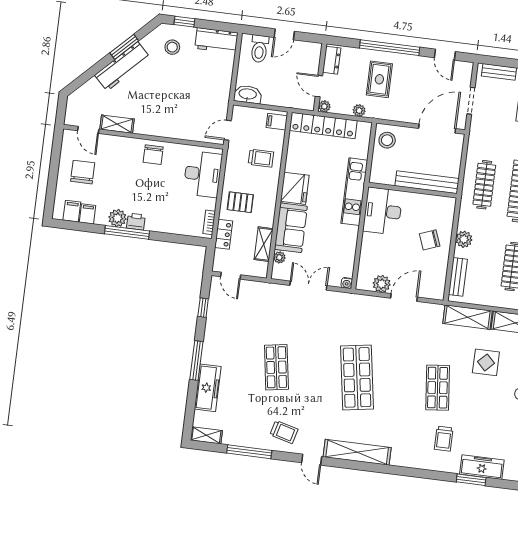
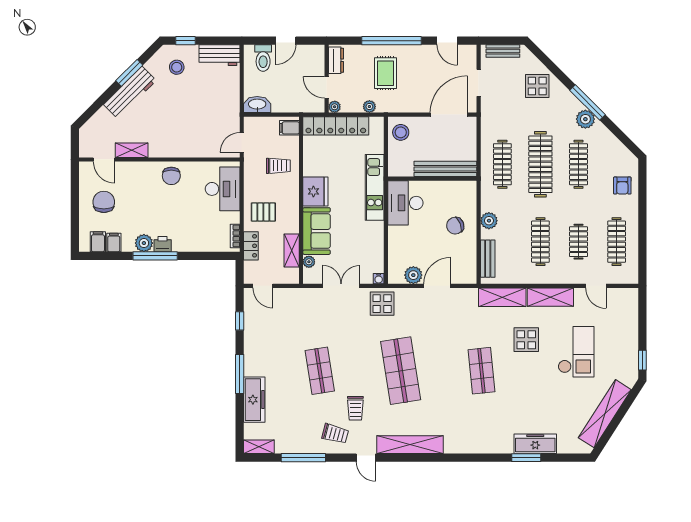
display table: (347, 308) -> (382, 304), added
trolley: (444, 439) -> (355, 408), moved

